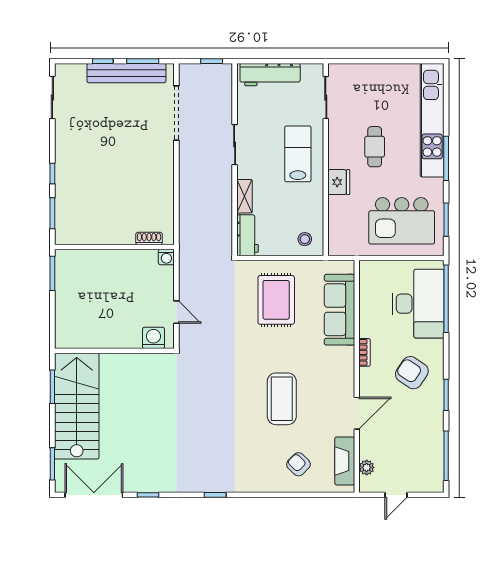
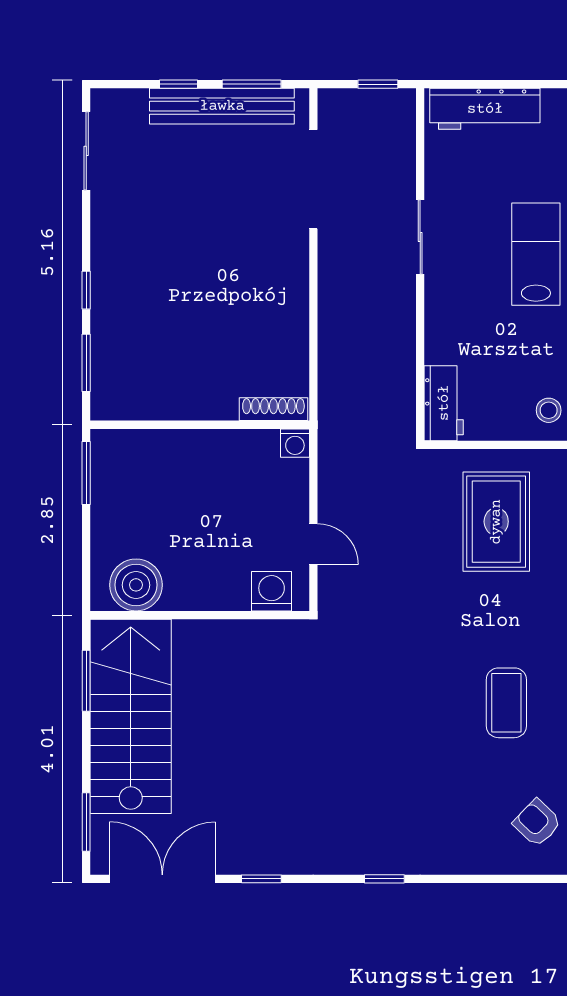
shelving: (244, 196) -> (438, 332), removed
shoe rack: (149, 238) -> (273, 409), width x1.43
boiler: (80, 334) -> (136, 585), added
coffee table: (282, 399) -> (506, 703), width x0.73, depth x0.76

